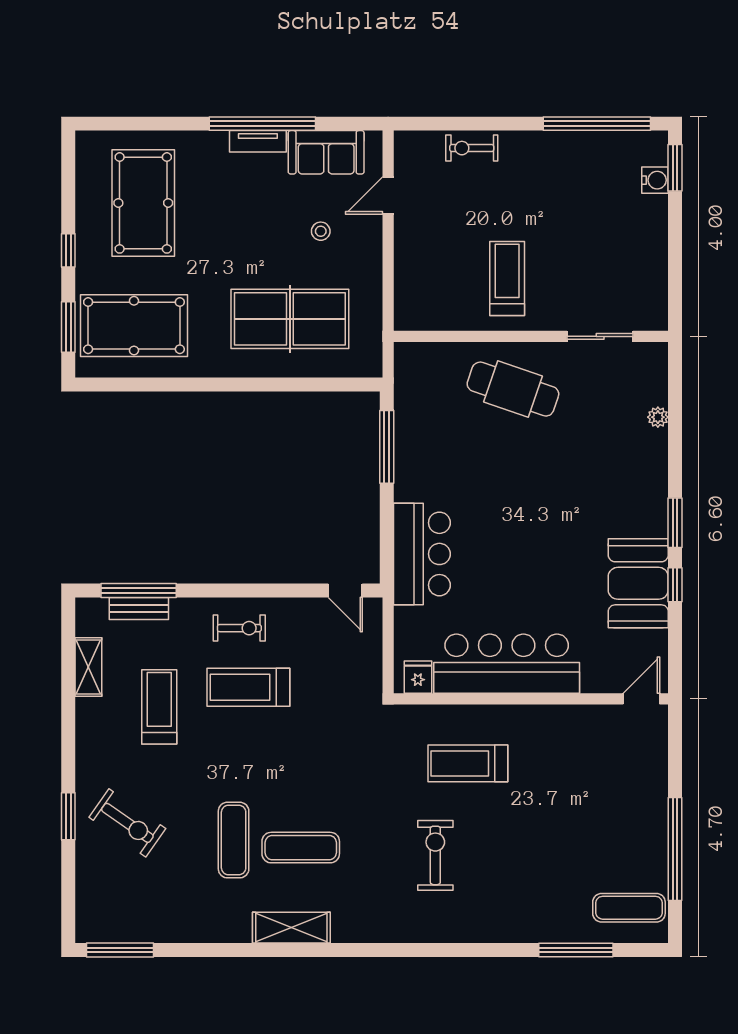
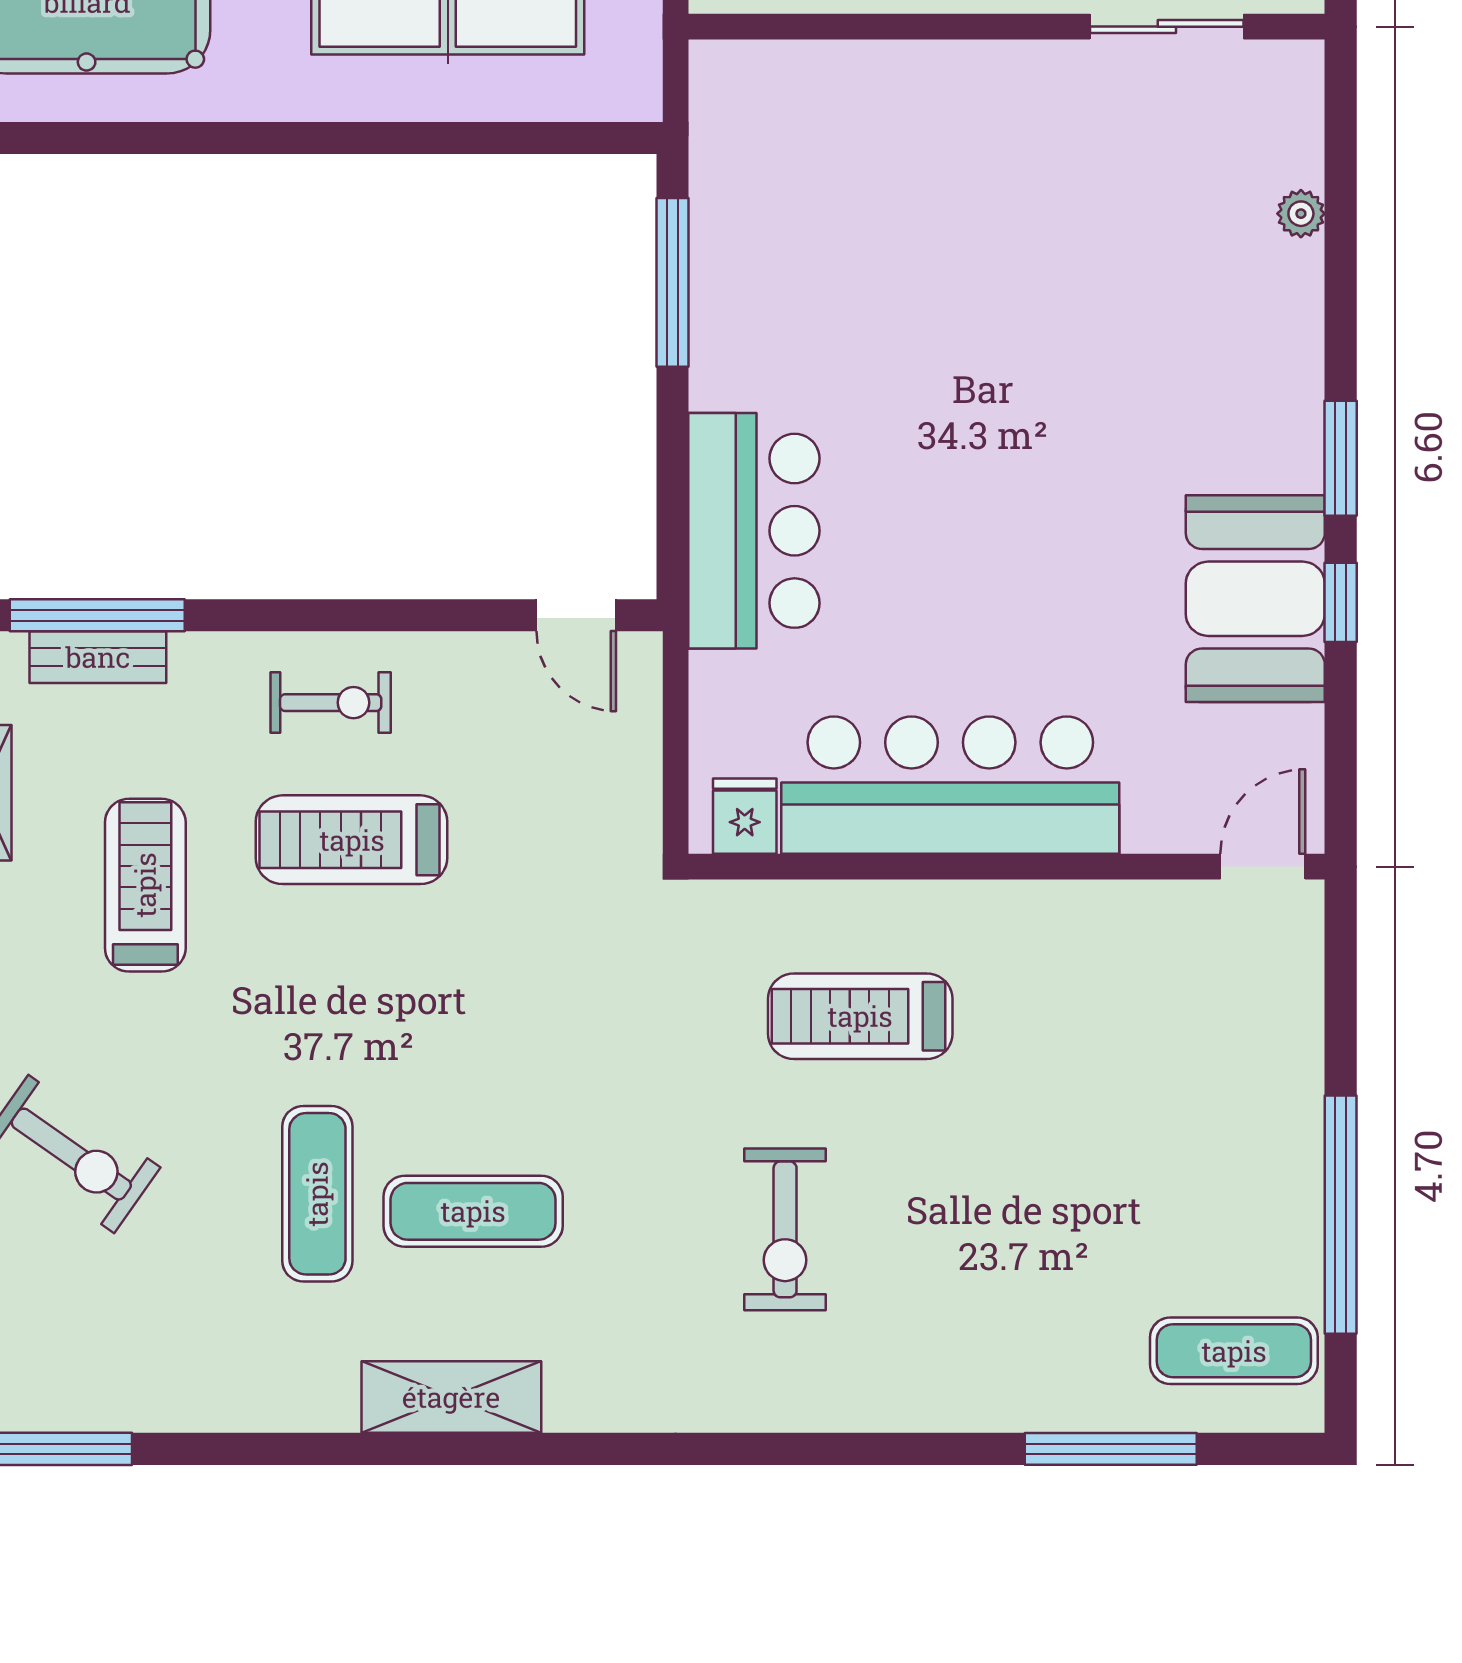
cafe table: (513, 389) -> (965, 148), removed
exercise bike: (435, 855) -> (785, 1229), turned 180

